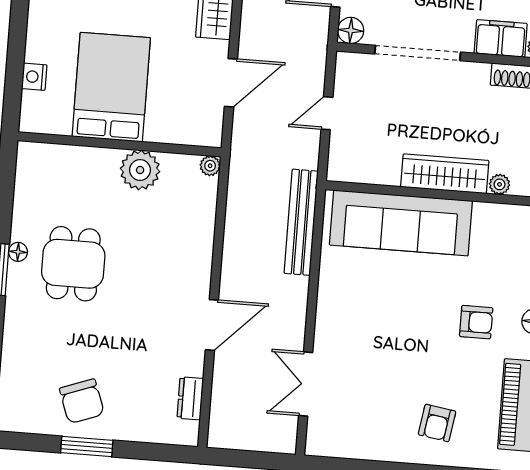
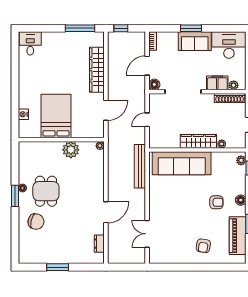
chair: (82, 401) -> (36, 222), moved, turned -56

